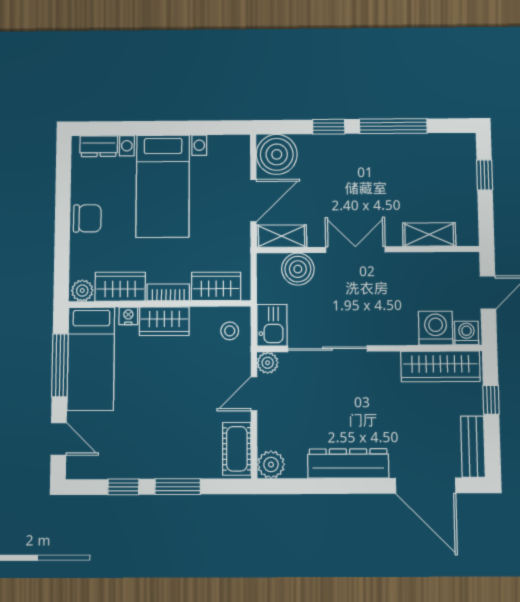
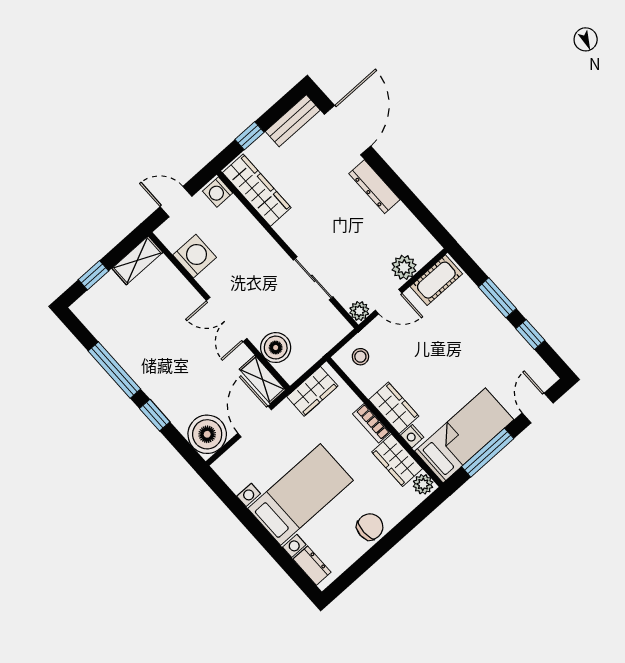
door: (253, 201) -> (255, 421), hinge flipped
chair: (87, 218) -> (370, 527), turned 90
shelving: (429, 234) -> (137, 260), moved, turned 90
wardrobe: (216, 286) -> (312, 391), moved, turned -90
kitchen sink: (272, 325) -> (331, 331), removed
washing machine: (436, 328) -> (195, 256), moved, turned 180
sliding door: (327, 349) -> (313, 278), width x0.73
dresser: (348, 463) -> (374, 187), width x0.73, depth x0.80
plant: (271, 464) -> (404, 267), moved

